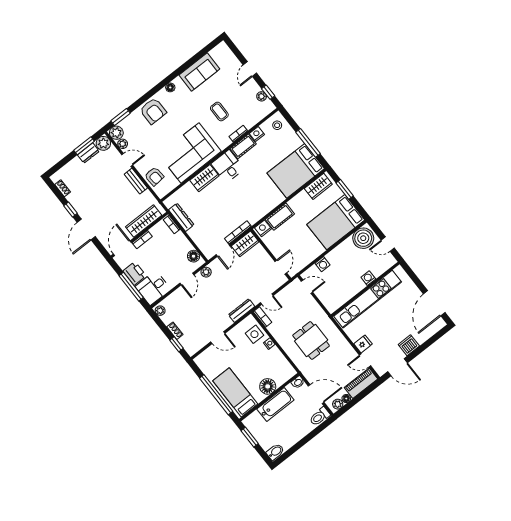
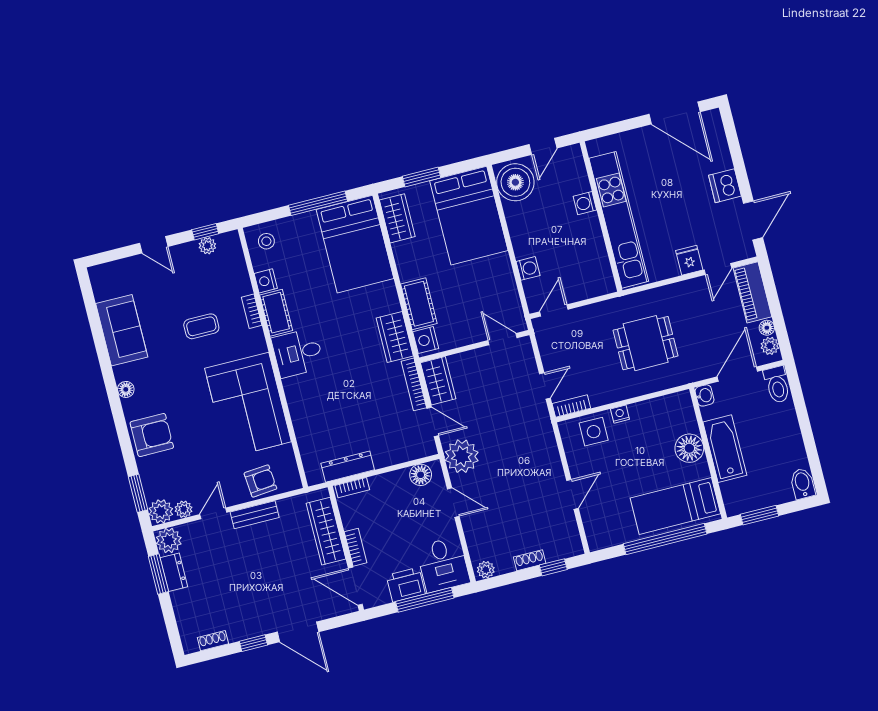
wardrobe: (204, 178) -> (395, 337), moved, turned 180
plant: (206, 272) -> (462, 456), width x1.88, depth x1.88
dresser: (242, 311) -> (545, 435), removed

